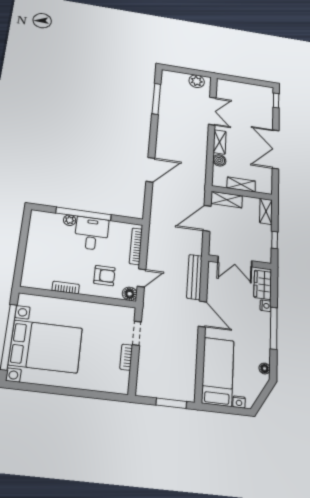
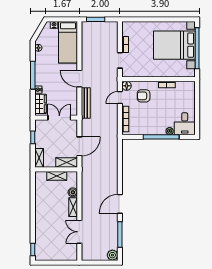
plant: (197, 81) -> (112, 255), moved
double door: (276, 149) -> (33, 208), removed
door: (150, 170) -> (120, 204), moved
desk: (92, 233) -> (185, 124), moved

